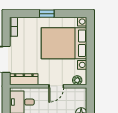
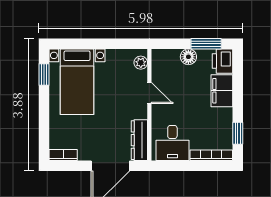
window: (47, 14) -> (44, 75), moved
bed with nightstands: (64, 43) -> (77, 82), width x0.73

